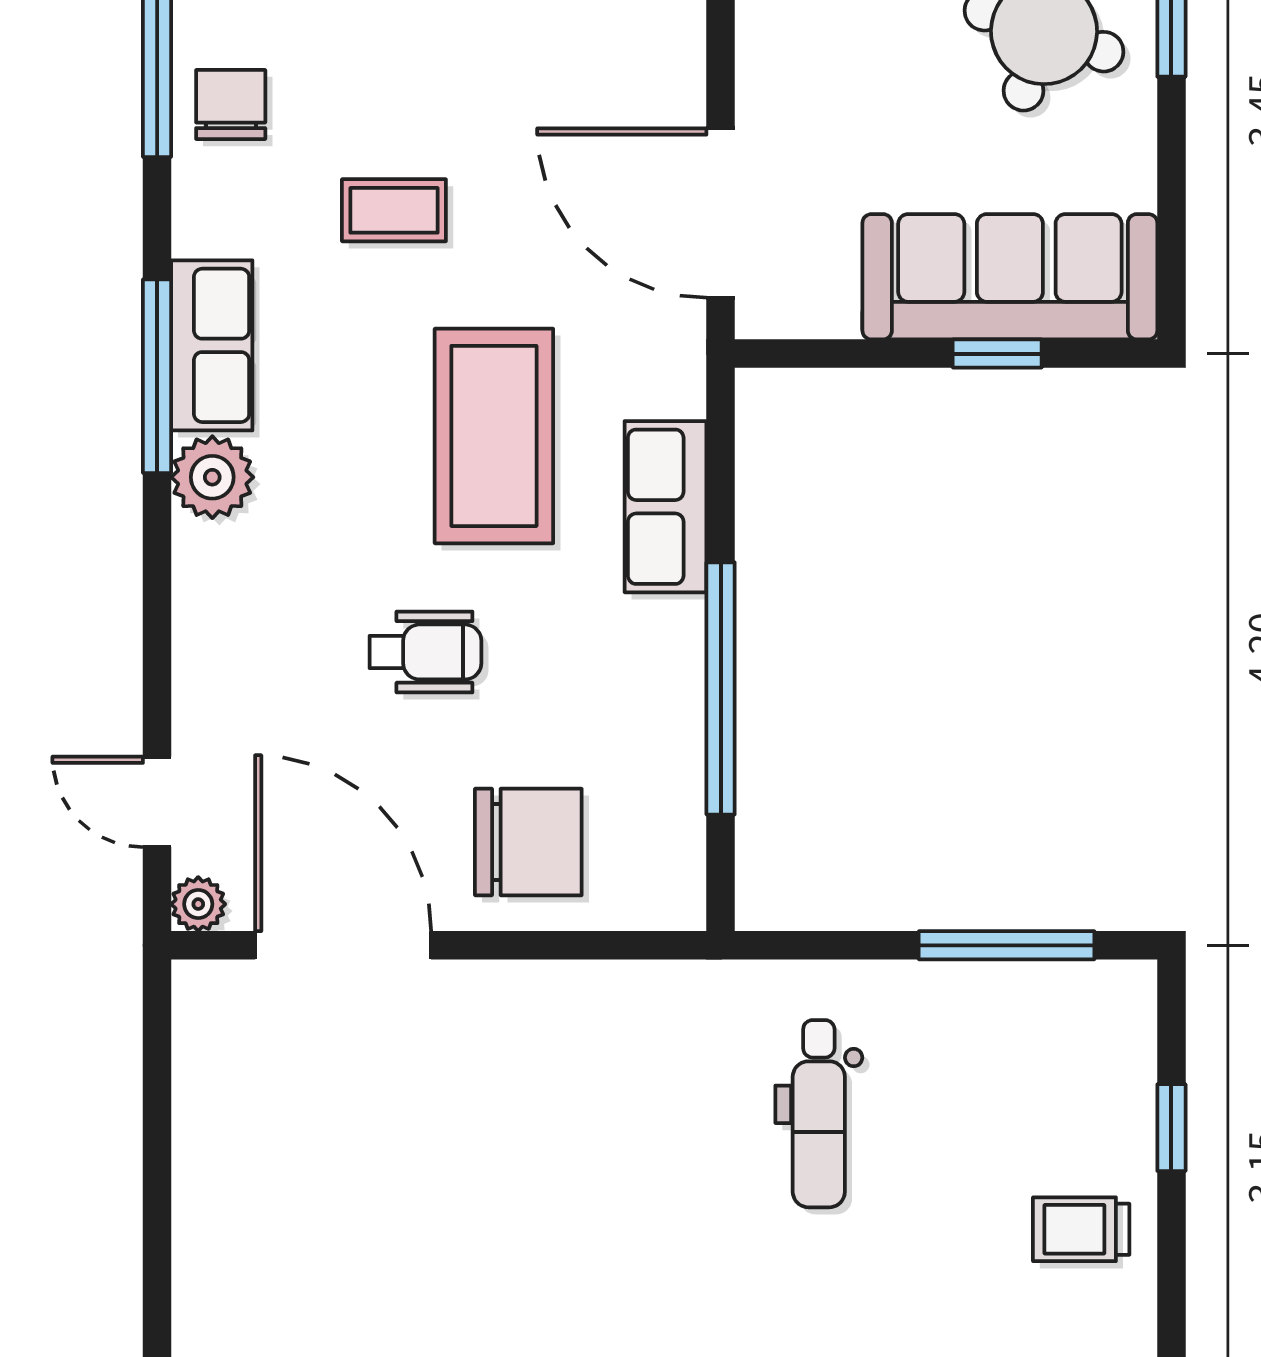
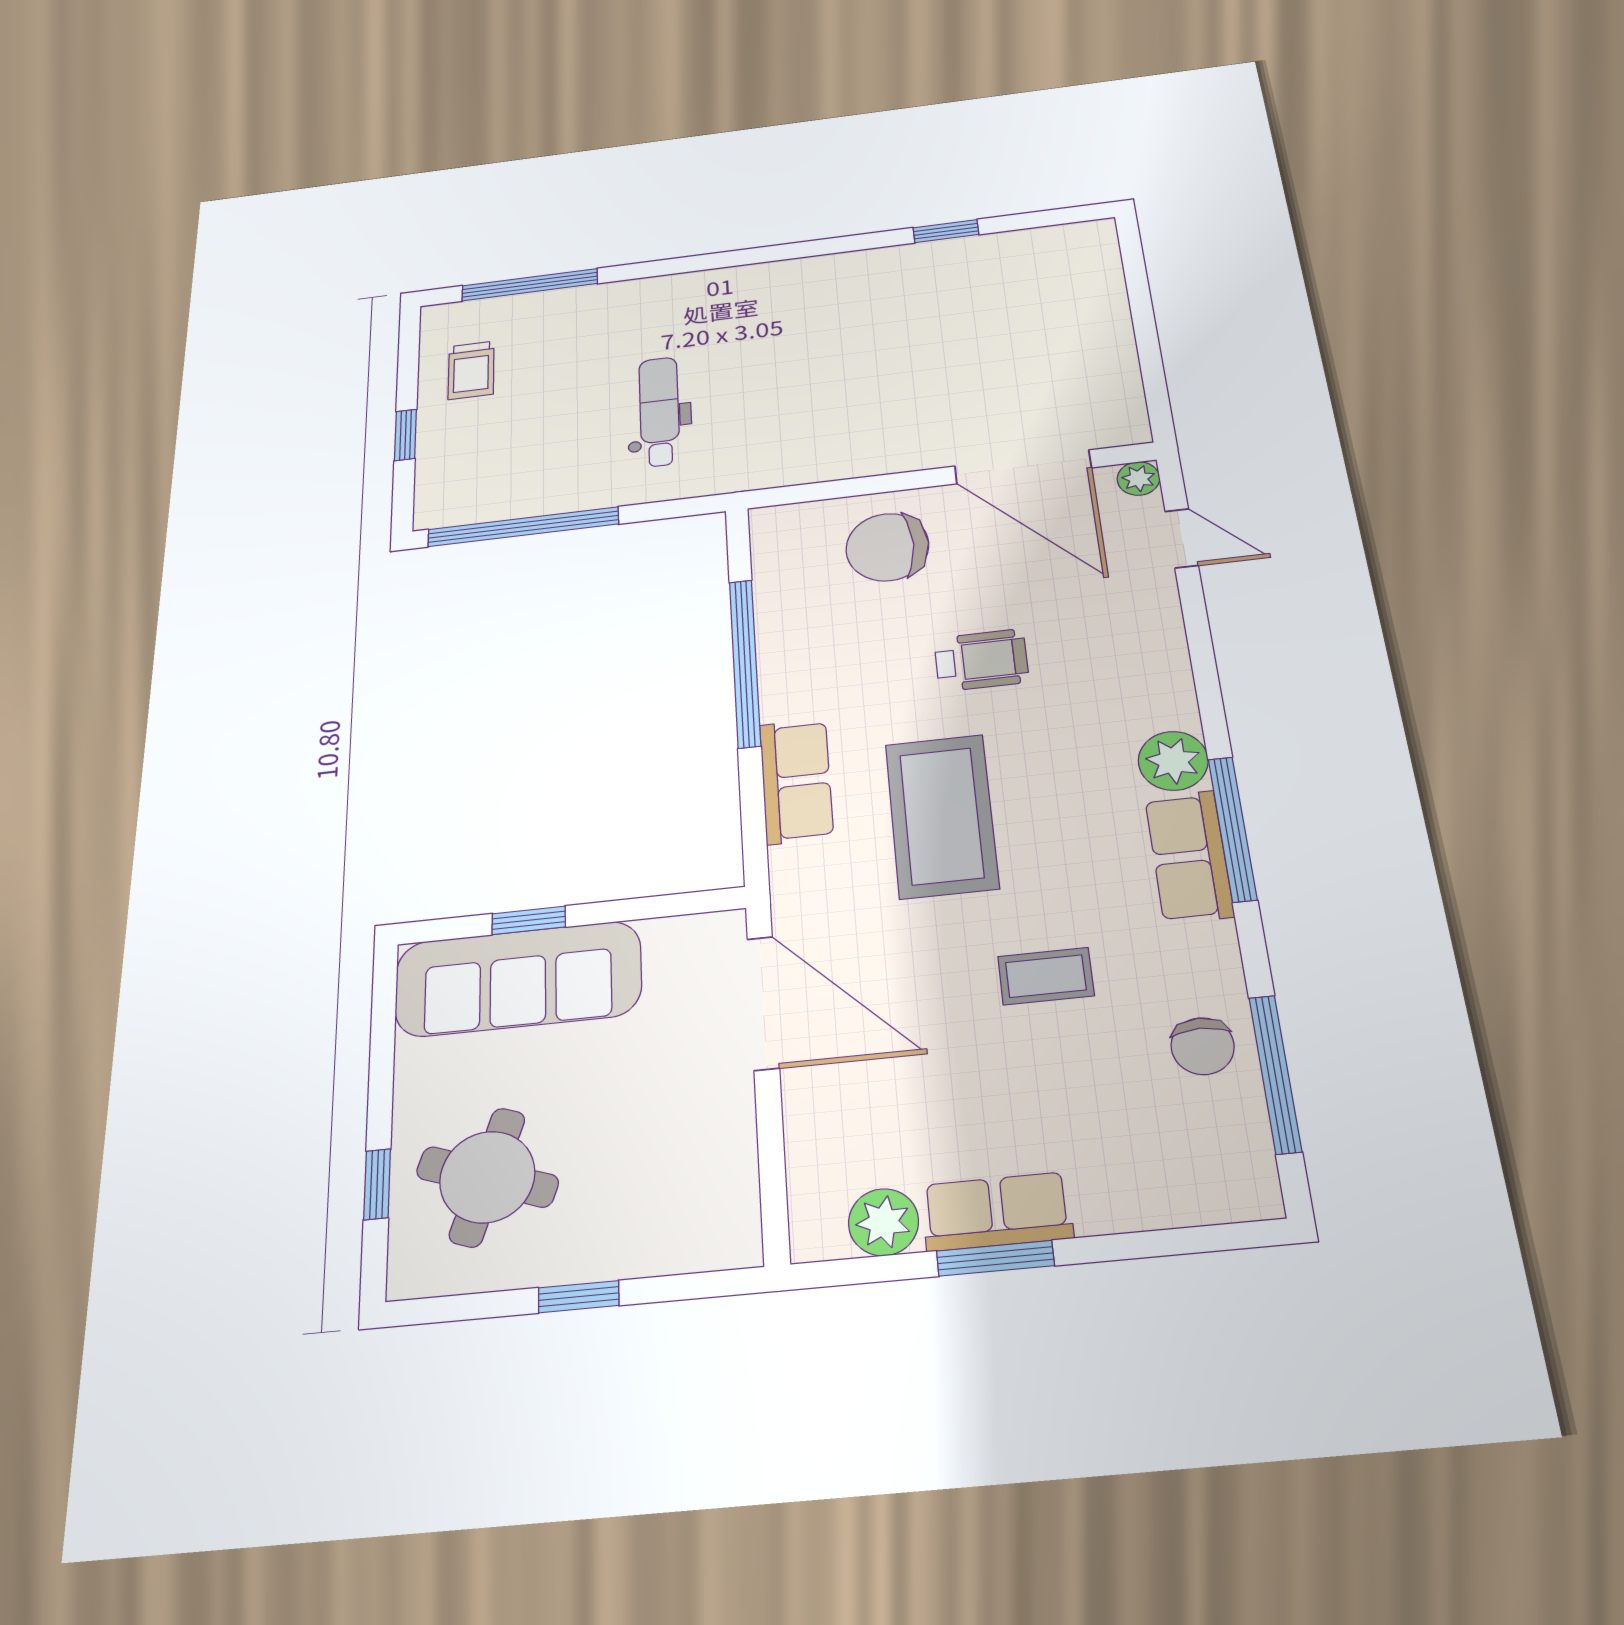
wheelchair: (425, 652) -> (981, 660), turned 180
window: (1007, 945) -> (523, 527), width x1.46
trolley: (1081, 1229) -> (471, 370), turned 90

